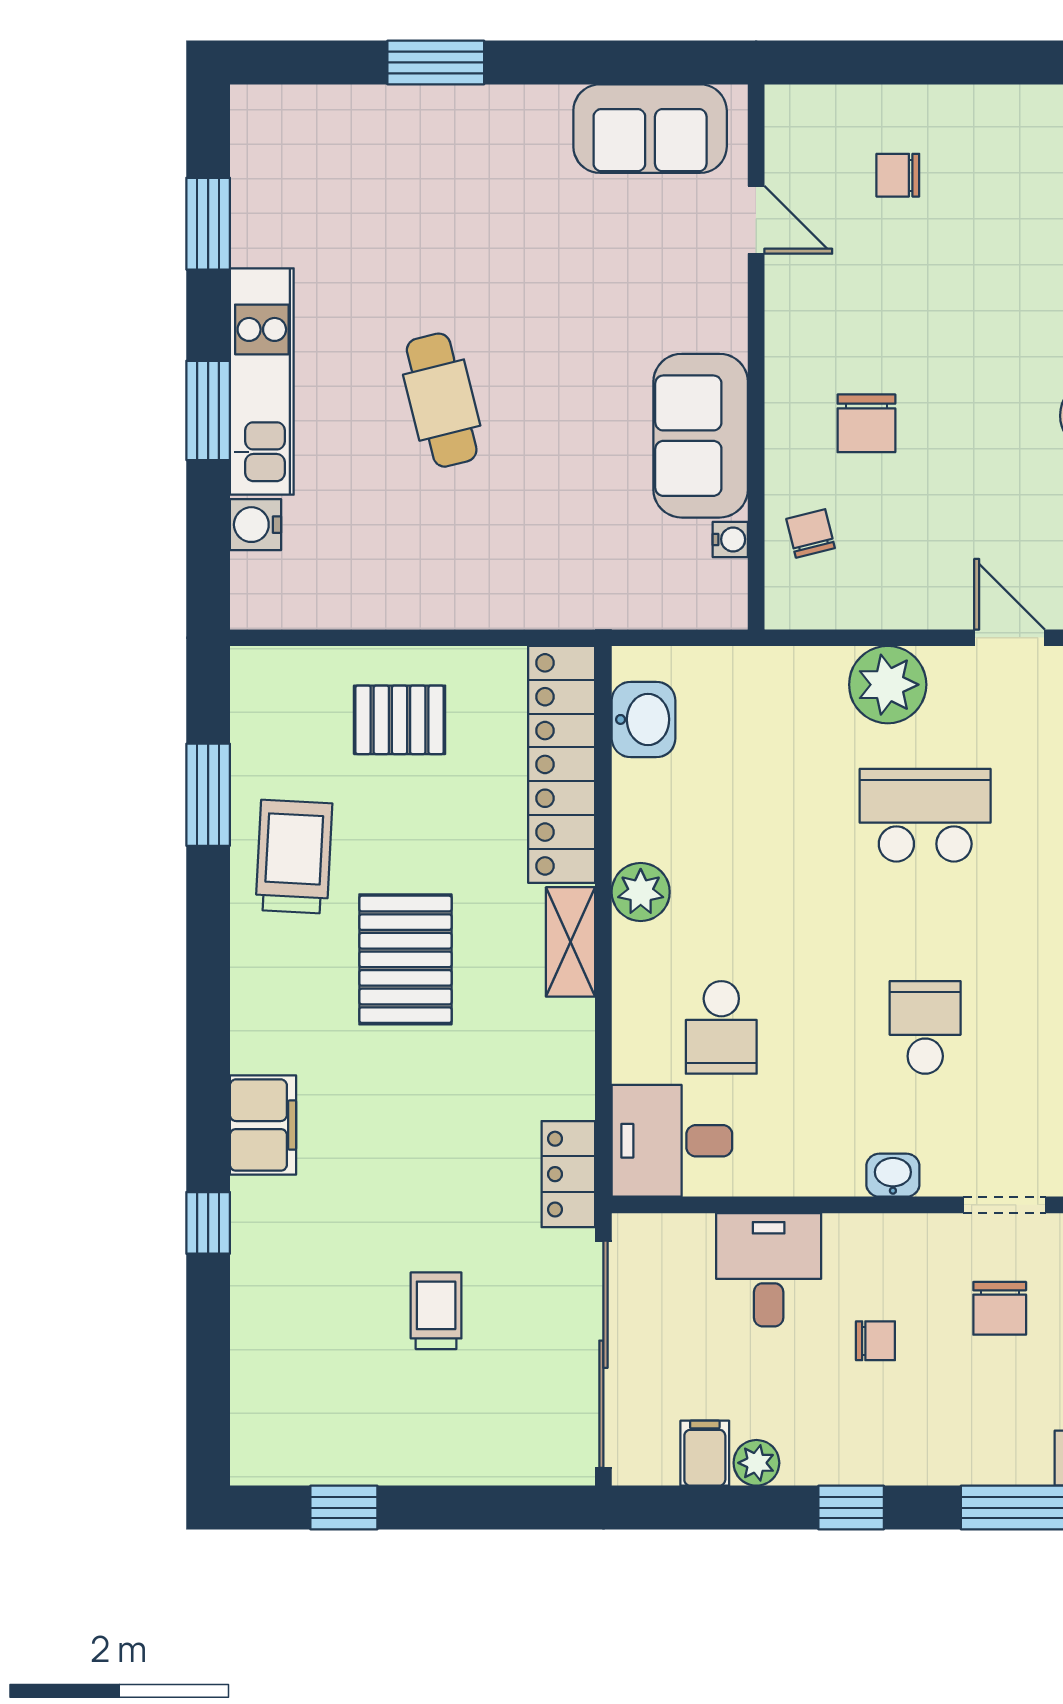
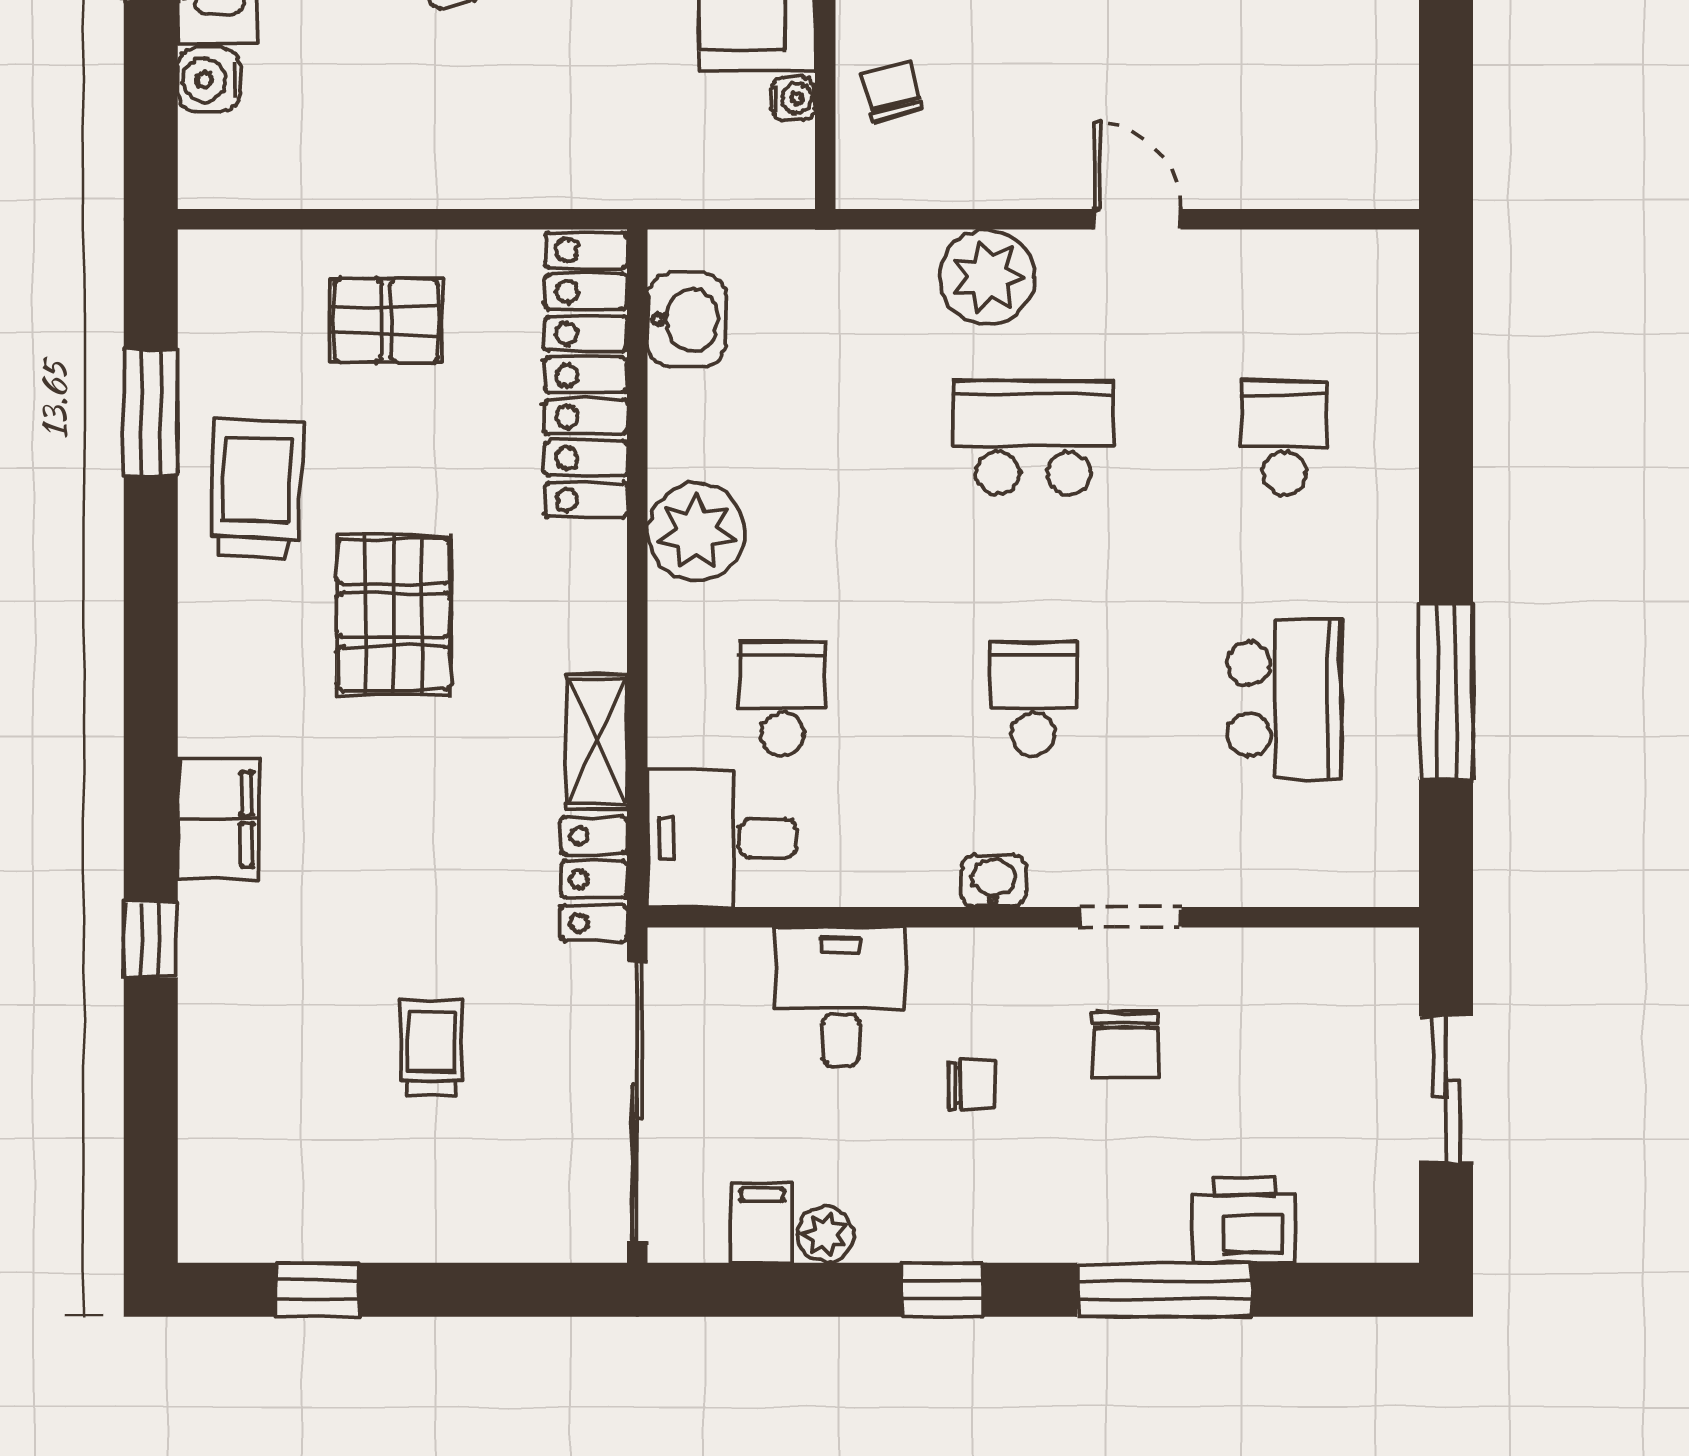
plant: (641, 892) -> (696, 532), width x1.36, depth x1.36
shelving: (571, 942) -> (597, 741), moved
school desk: (721, 1027) -> (782, 699), turned 180

